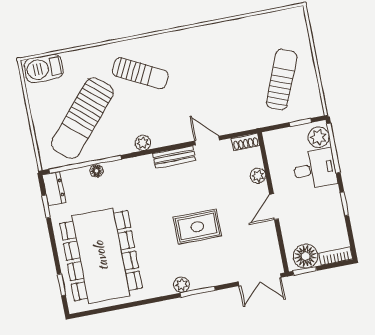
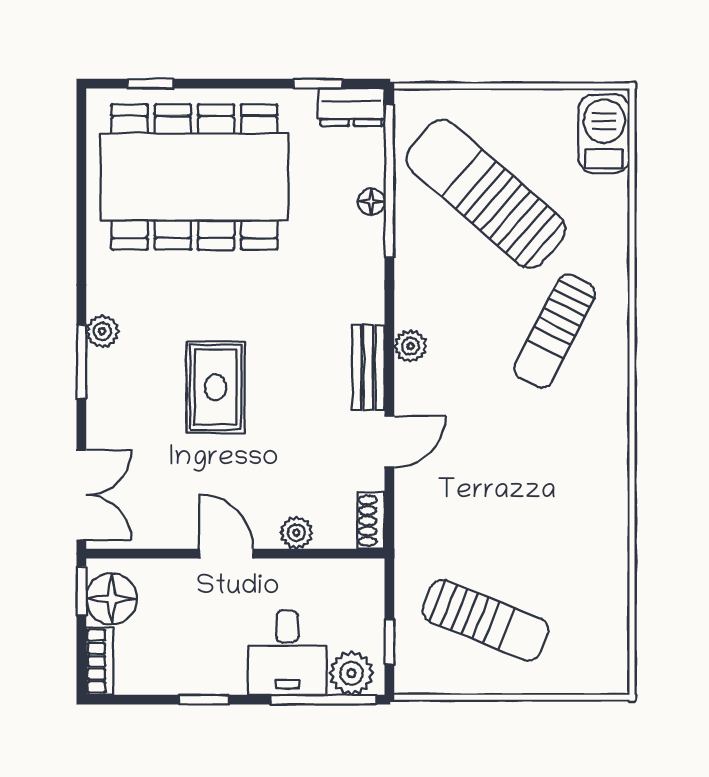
plant: (143, 143) -> (410, 346), moved
double door: (260, 280) -> (81, 495), swing flipped

